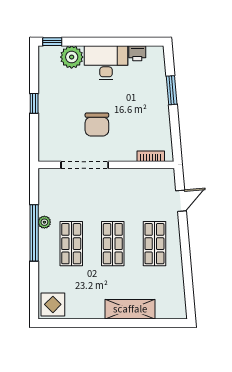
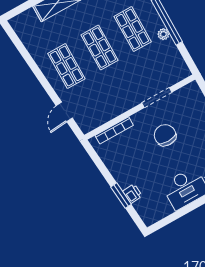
printer: (137, 53) -> (132, 194), moved, turned 85
bookcase: (151, 156) -> (114, 130), width x1.56
doorway: (85, 165) -> (157, 98), width x0.73

